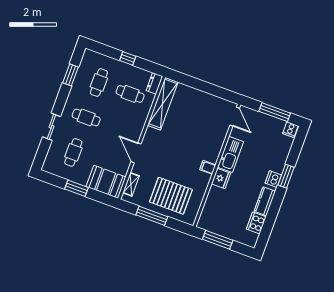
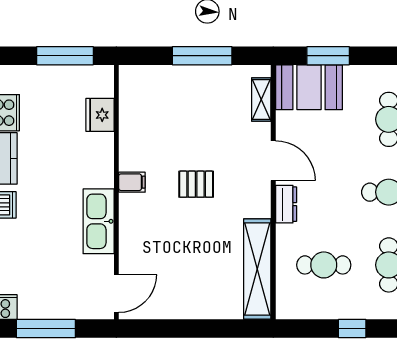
dresser: (154, 83) -> (286, 204), moved
door: (235, 117) -> (116, 294), swing flipped
fridge: (221, 179) -> (100, 115), moved
window: (77, 188) -> (328, 56), moved
pallet: (171, 196) -> (196, 184), moved, width x0.49, depth x0.50

